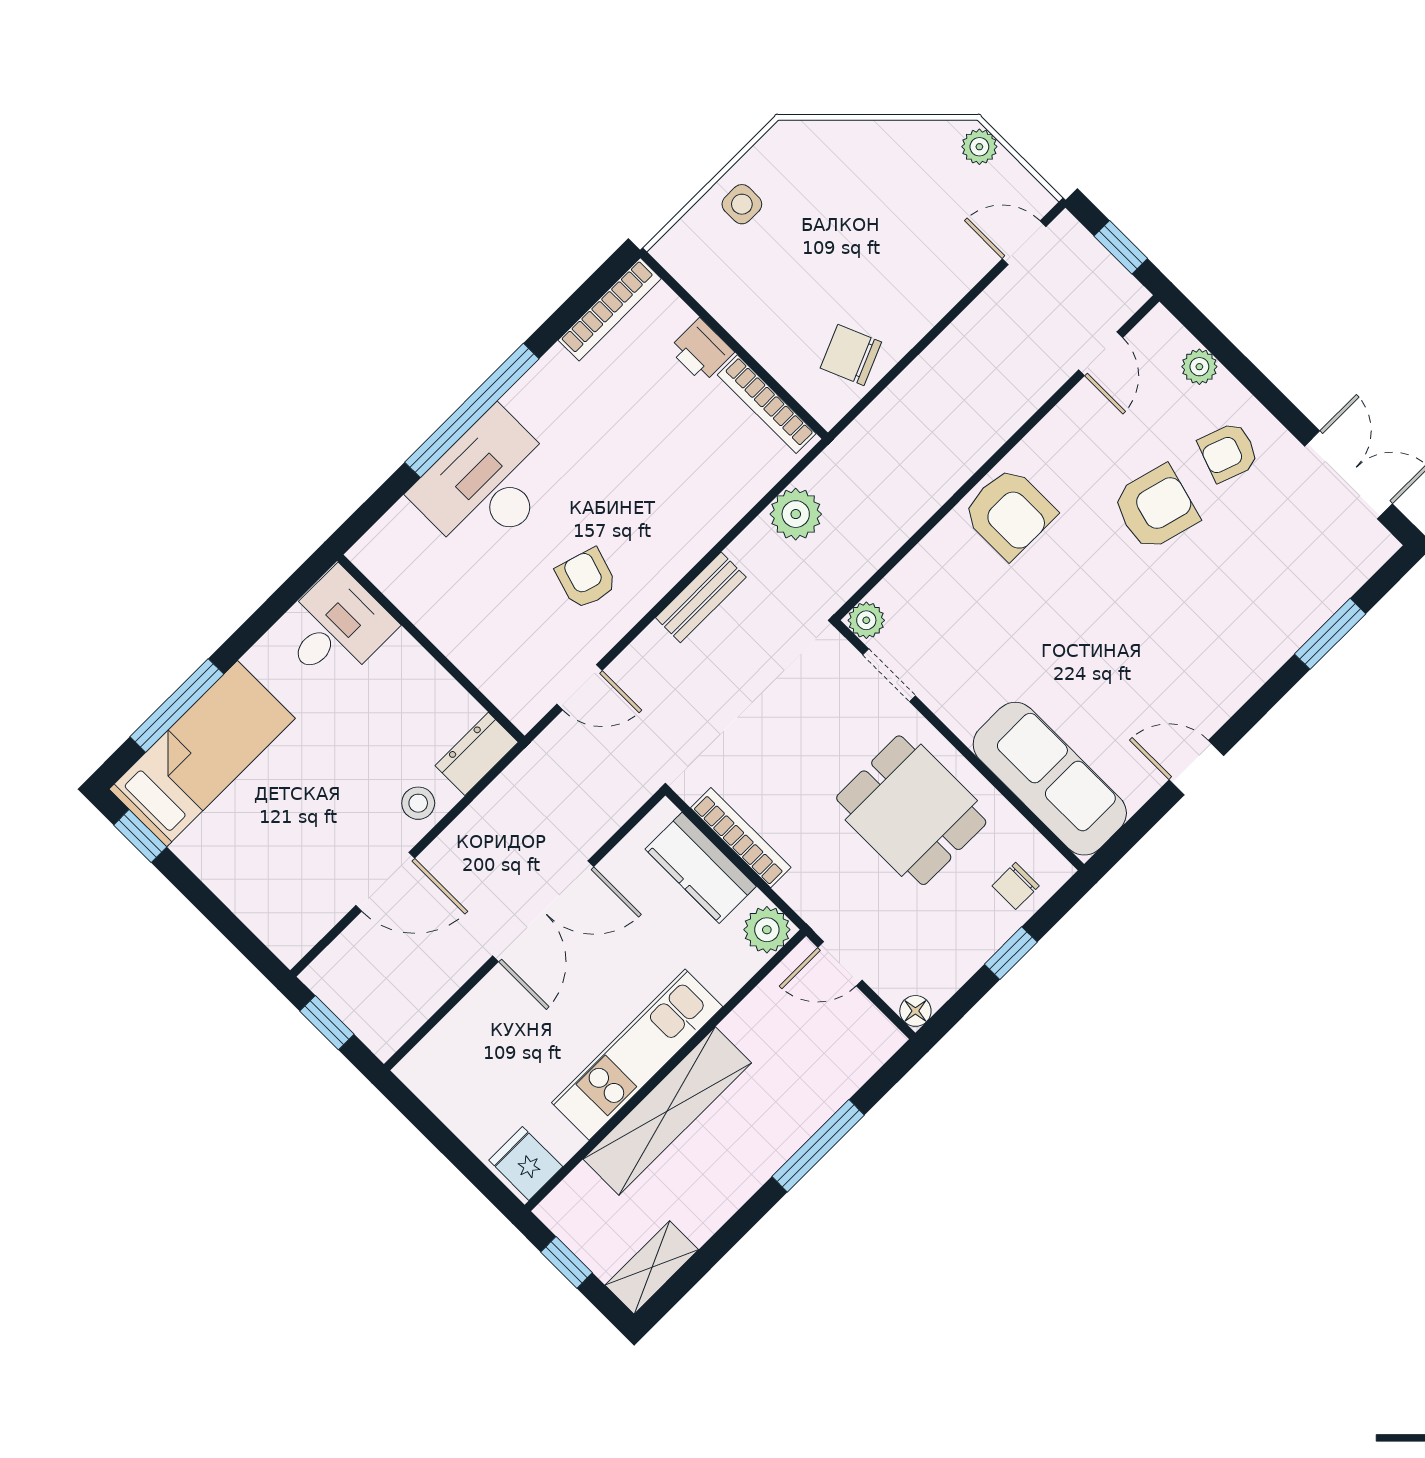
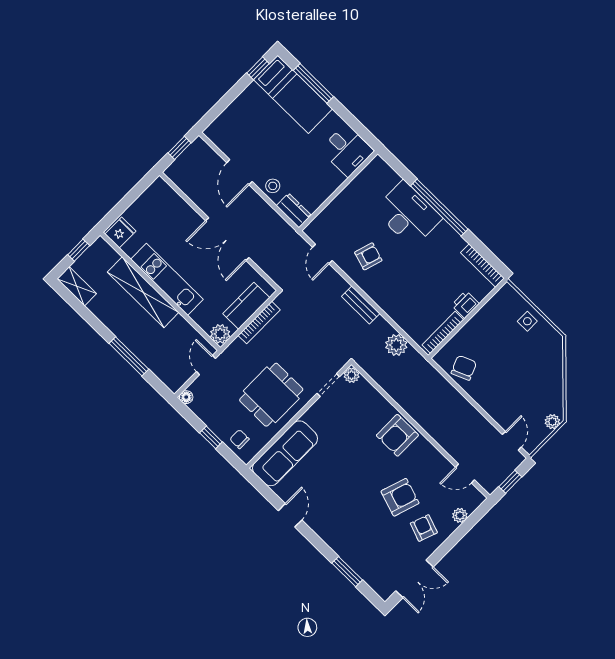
armchair: (1155, 508) -> (400, 497), turned -87

